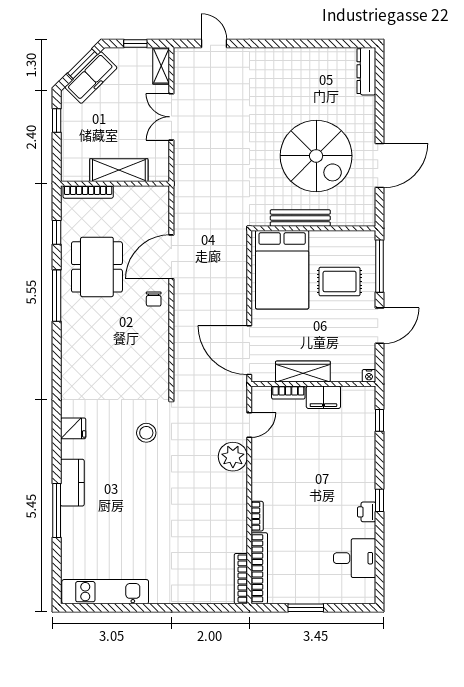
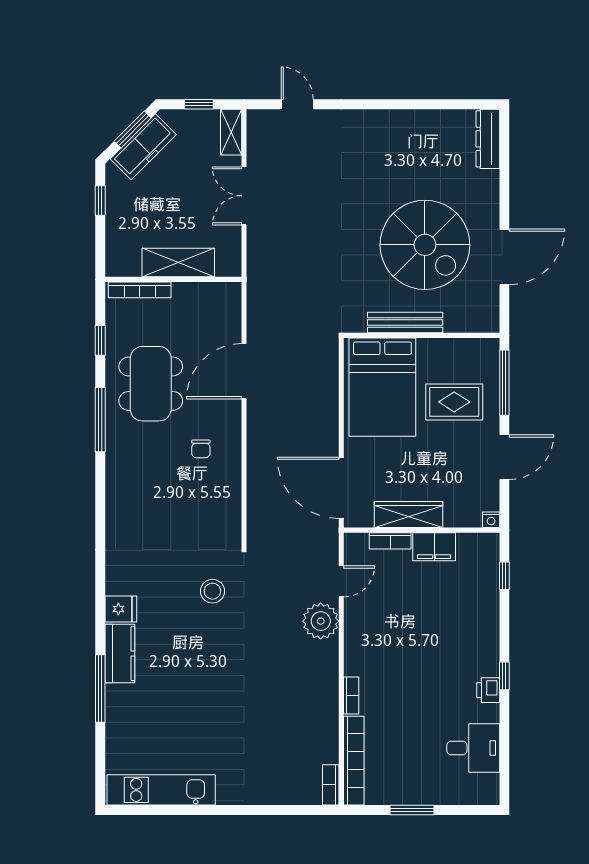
chair: (154, 299) -> (201, 449), moved
fridge: (73, 428) -> (121, 609), moved
bookcase: (241, 579) -> (331, 785), width x0.64

